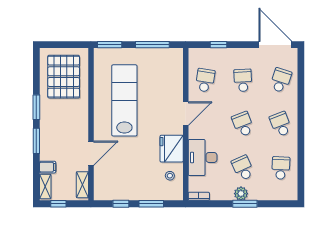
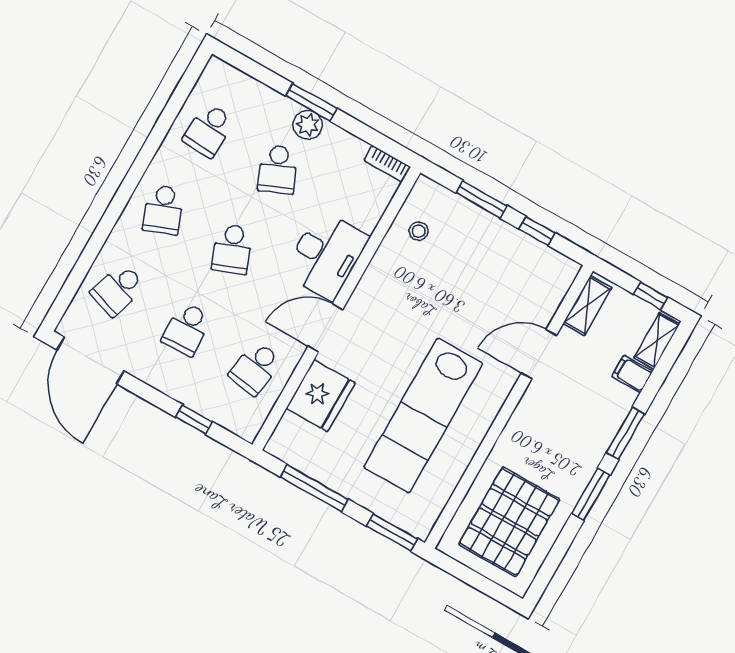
fridge: (172, 149) -> (321, 396), moved
desk: (203, 157) -> (326, 255), moved

